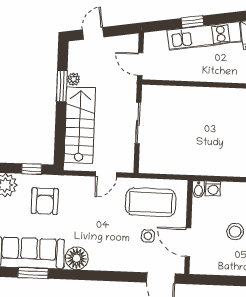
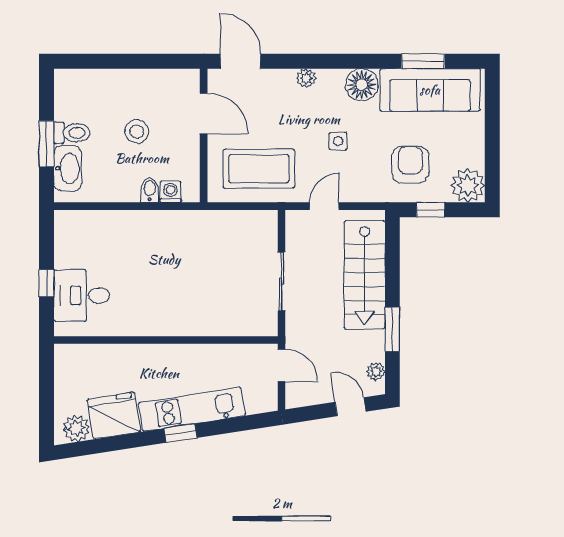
window: (192, 22) -> (181, 433), moved
door: (93, 33) -> (350, 407), swing flipped
plant: (74, 79) -> (376, 371), moved
bidet: (198, 189) -> (150, 190), moved
side table: (148, 236) -> (338, 141), moved
plant: (115, 264) -> (306, 78), added

